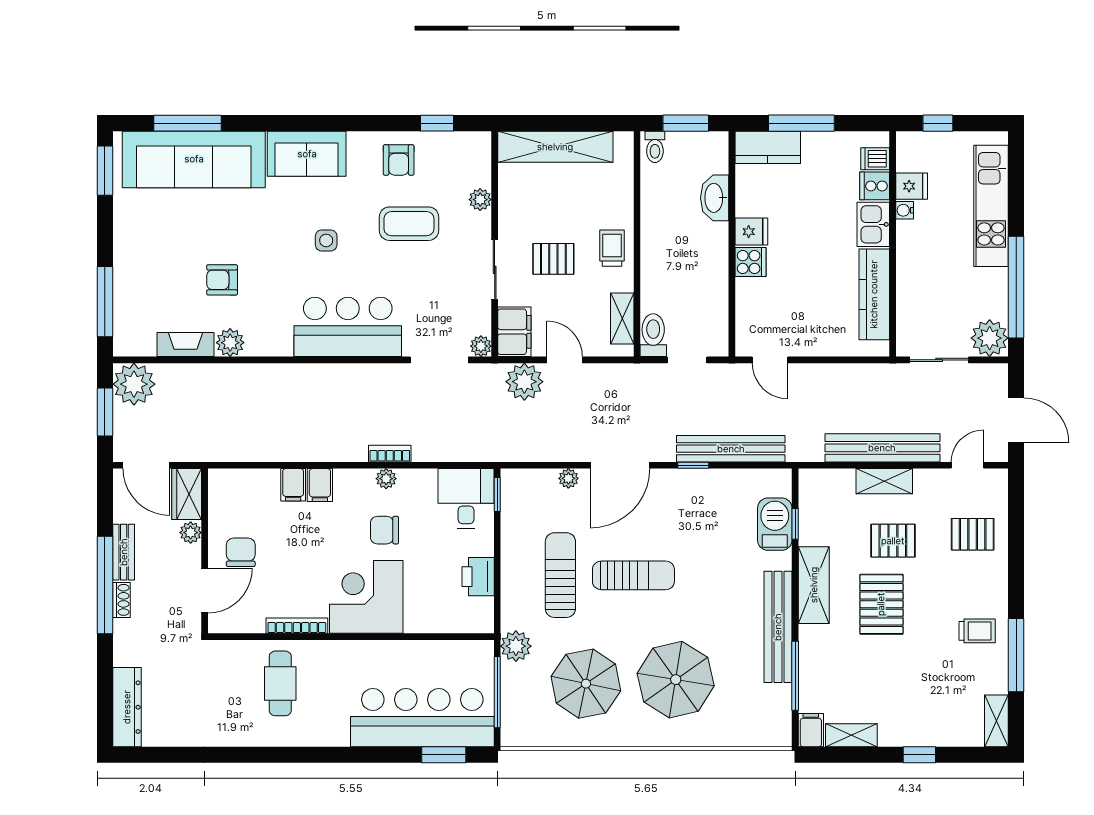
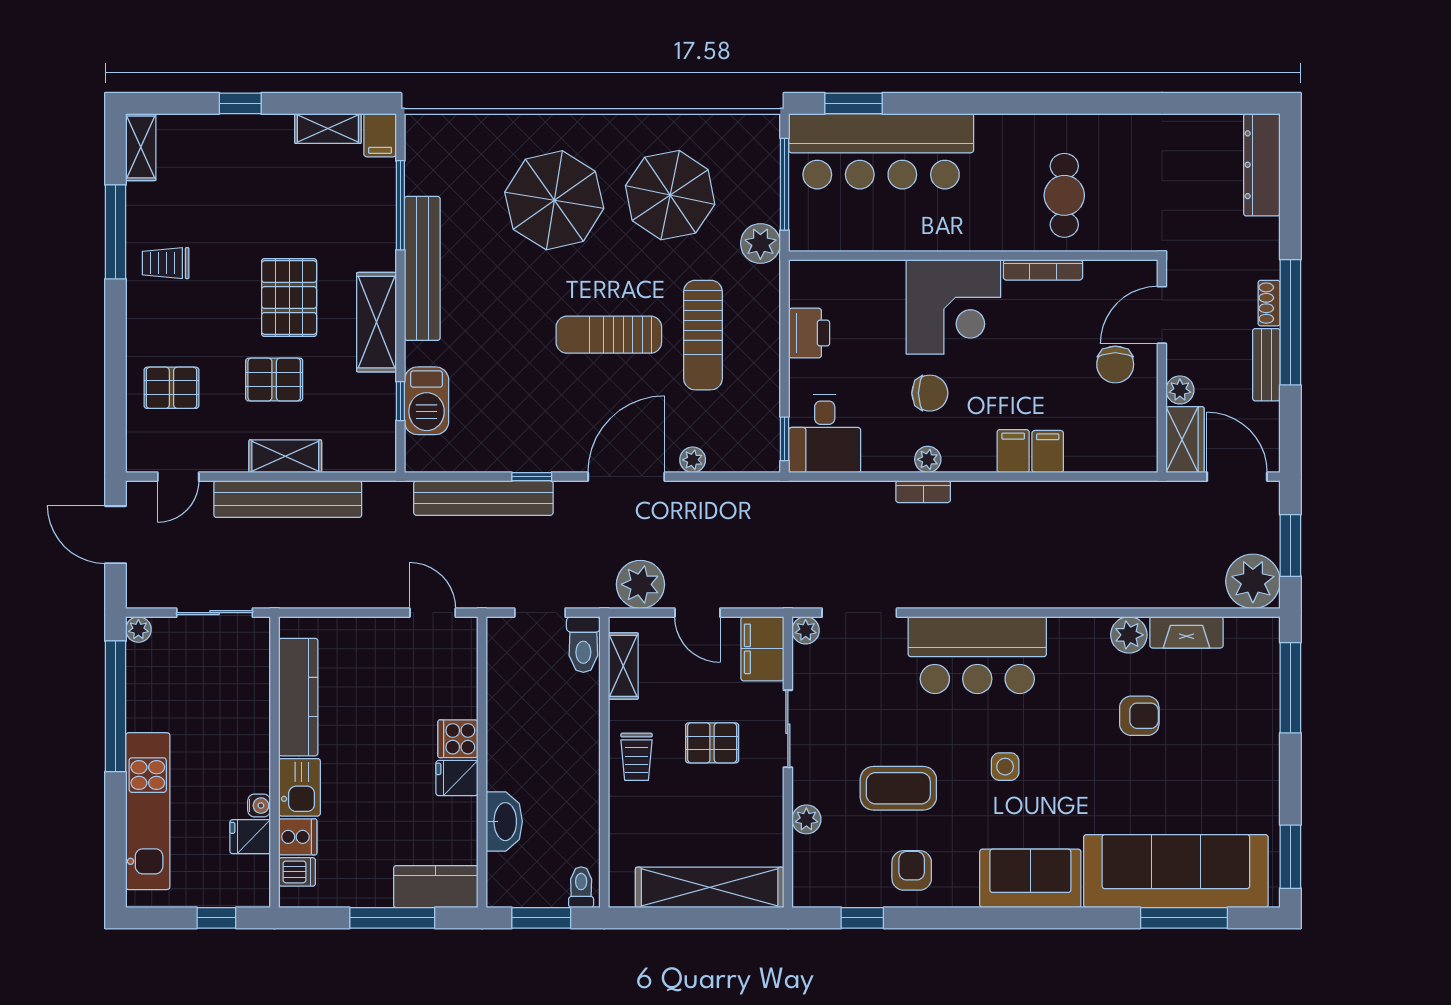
plant: (990, 338) -> (138, 629), width x0.53, depth x0.53
plant: (524, 382) -> (640, 584), moved

